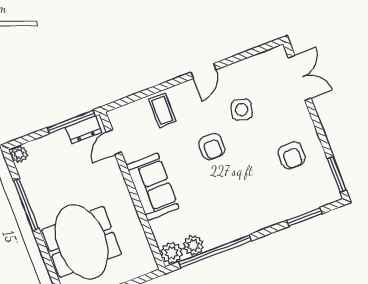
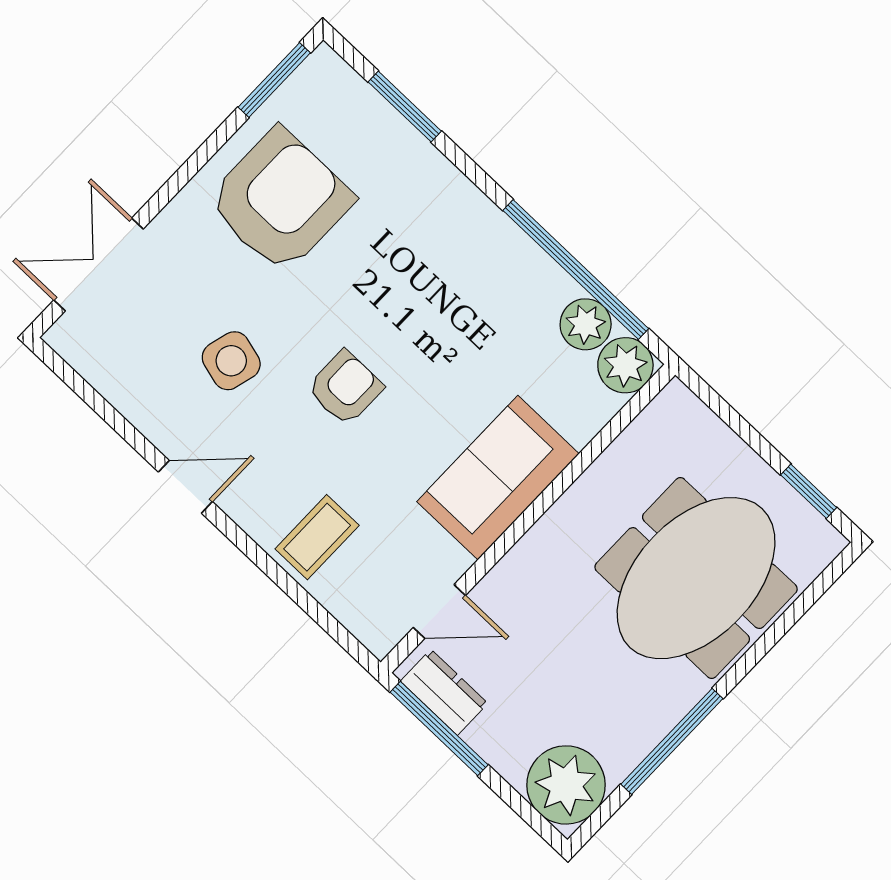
plant: (19, 154) -> (566, 785), width x1.87, depth x1.87
armchair: (292, 155) -> (280, 200), width x1.88, depth x1.88

